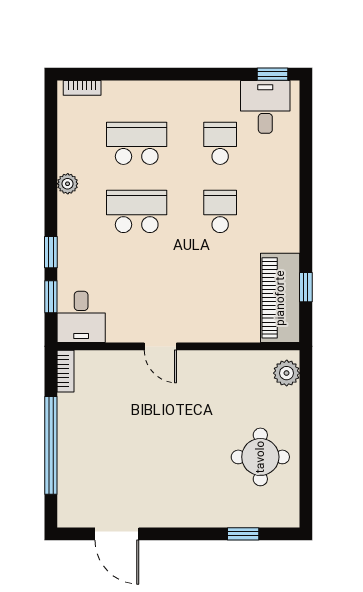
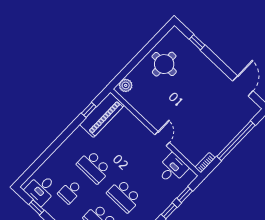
window: (273, 74) -> (36, 207), moved
school desk: (220, 211) -> (94, 167), width x1.85
desk: (81, 317) -> (172, 169), moved

